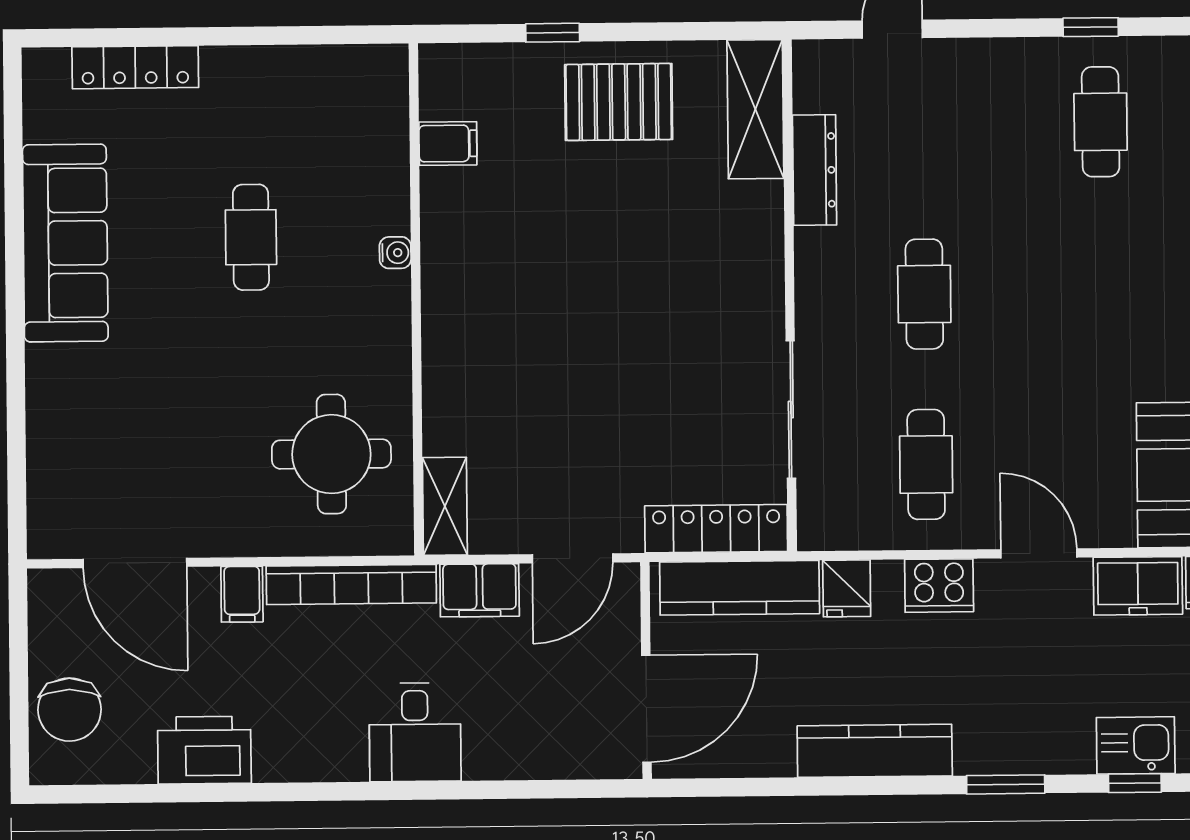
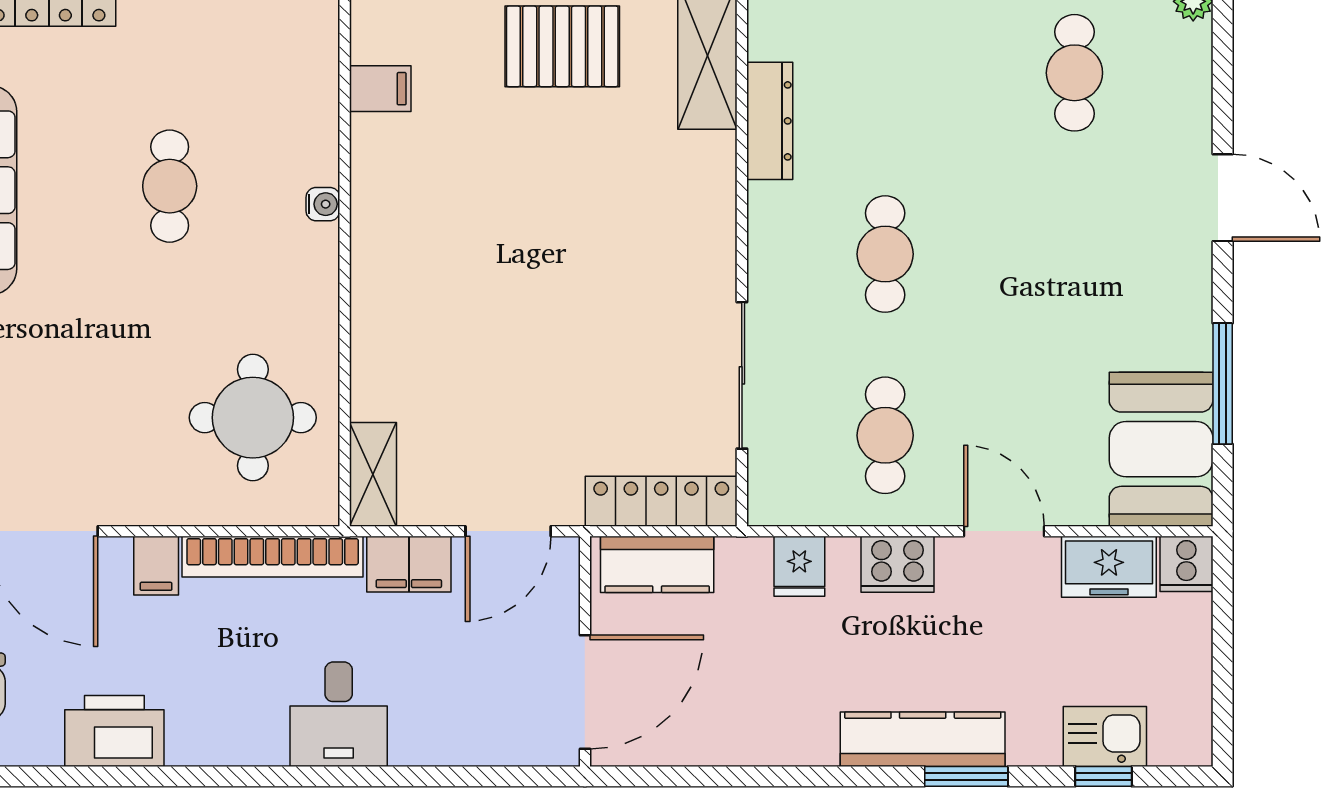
kitchen counter: (740, 588) -> (657, 564), width x0.67
kitchen counter: (875, 751) -> (923, 739), moved

